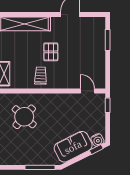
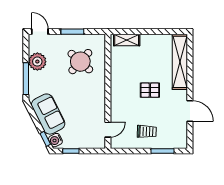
trolley: (41, 76) -> (147, 131), moved
window: (108, 105) -> (71, 151), moved
plant: (24, 157) -> (37, 62), added

